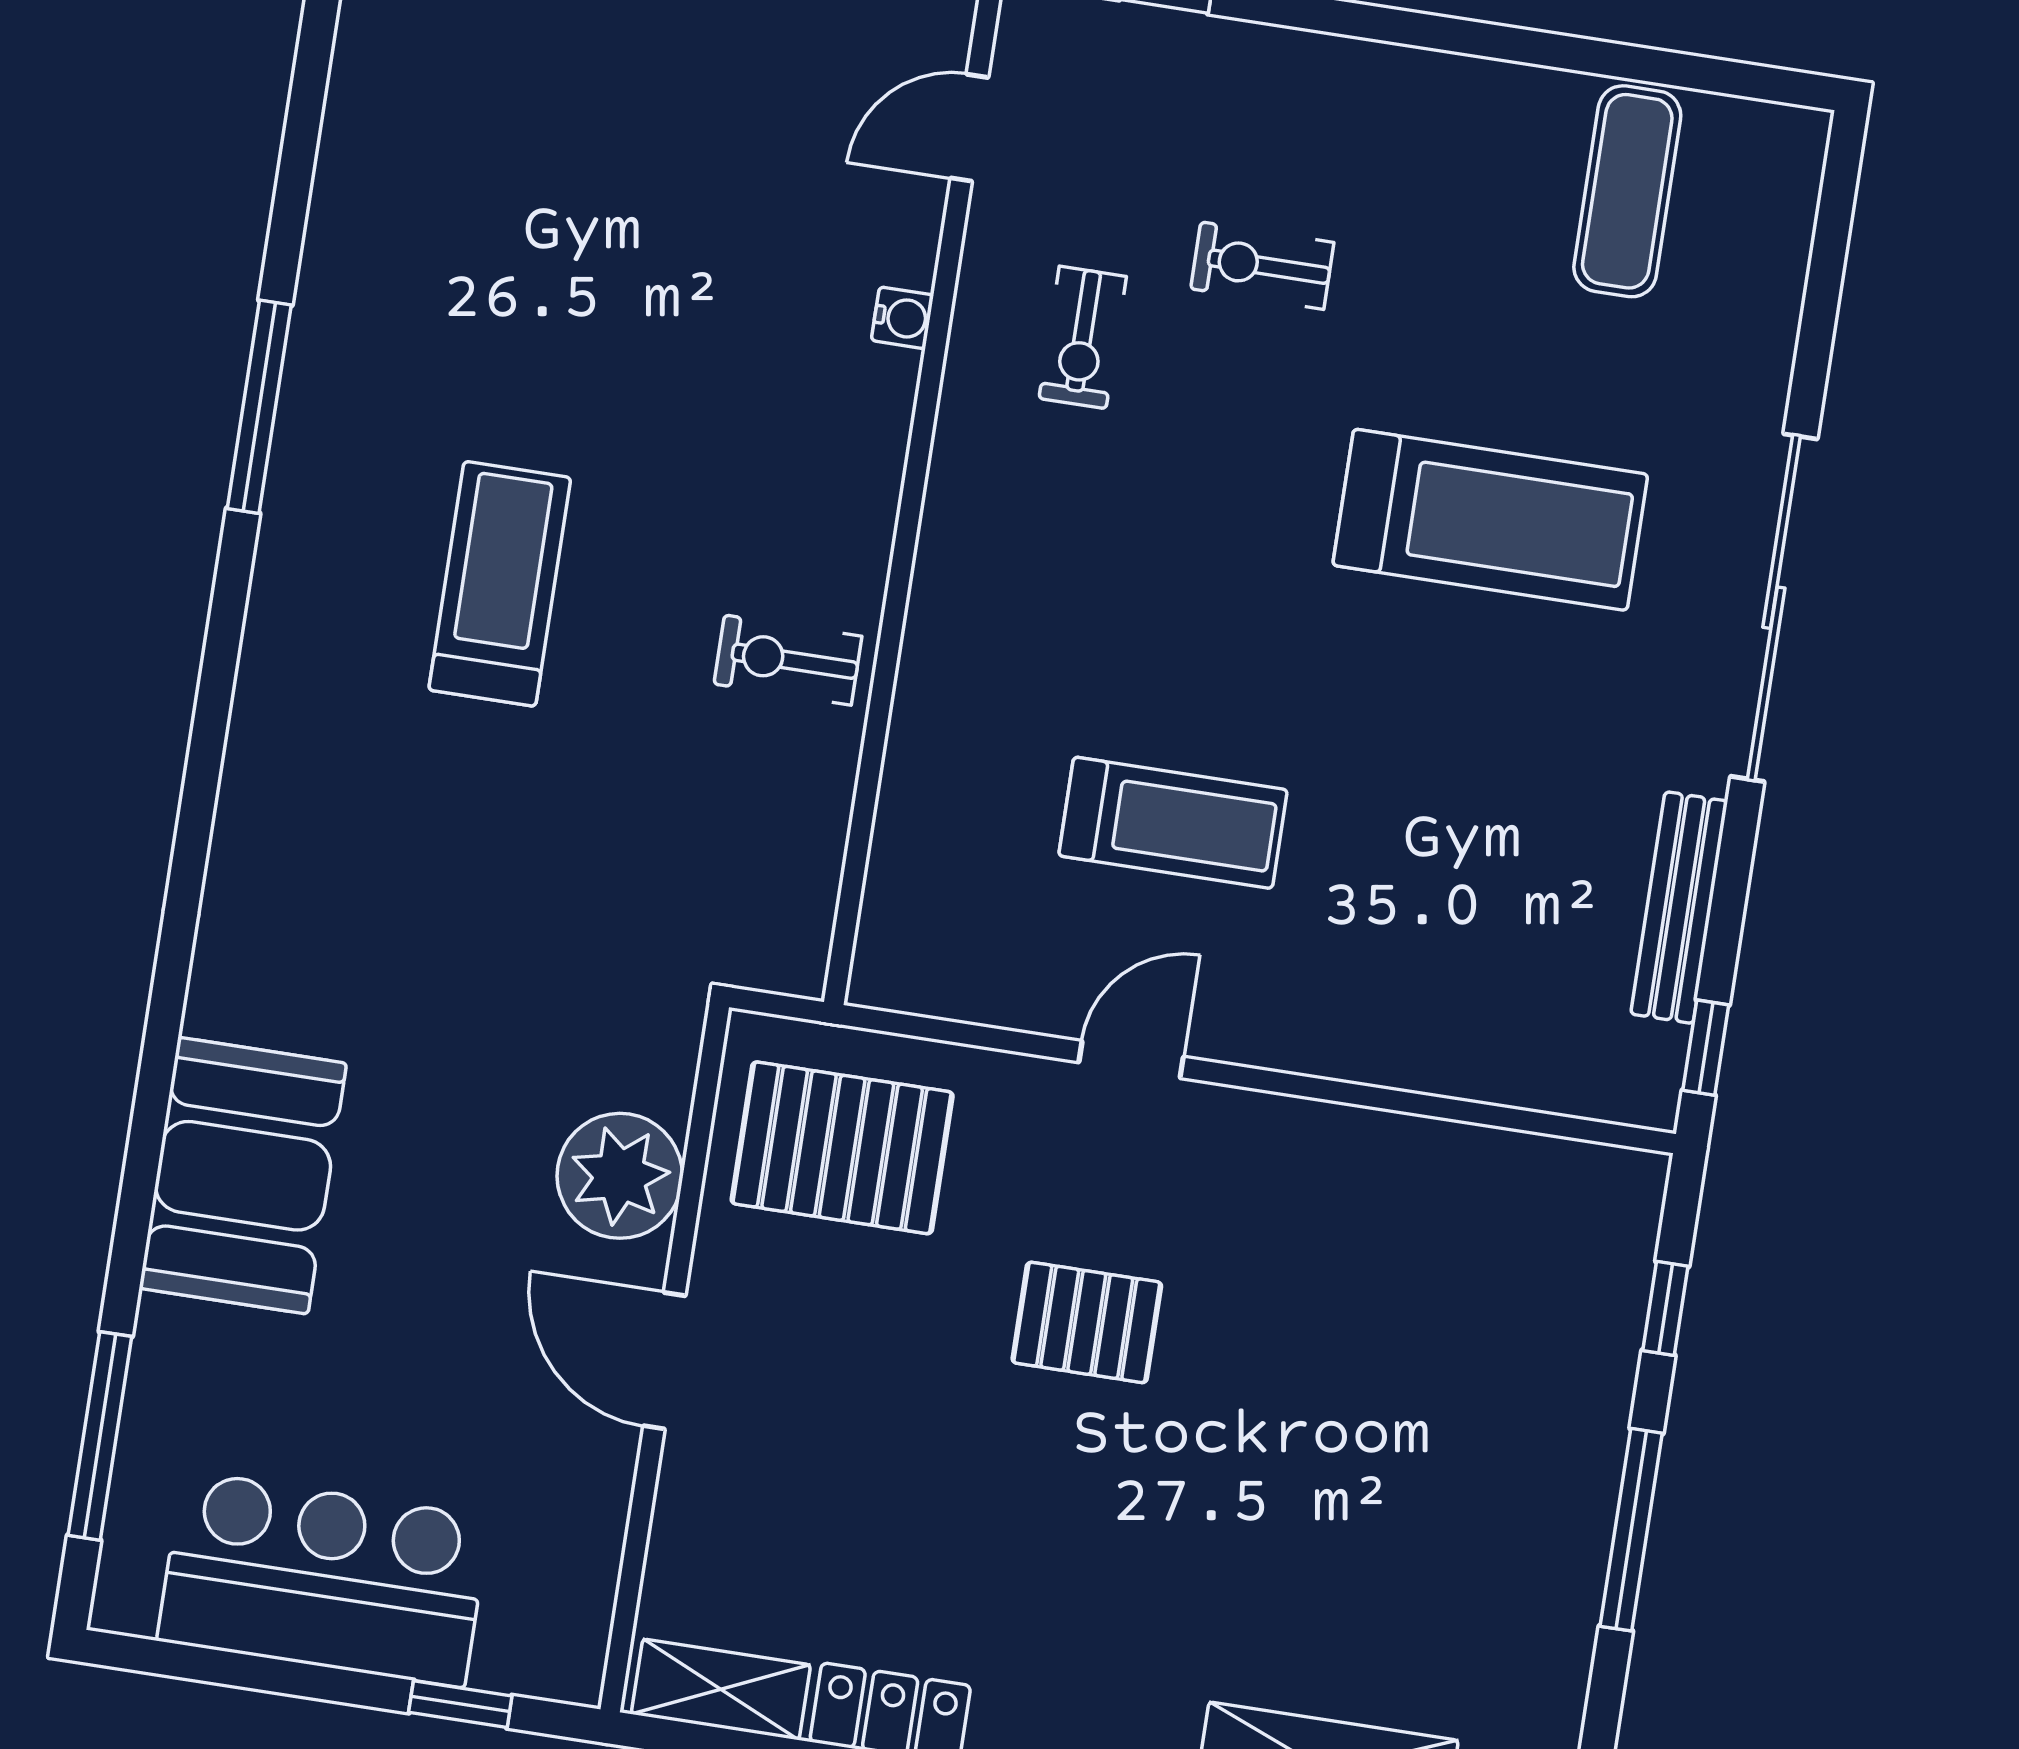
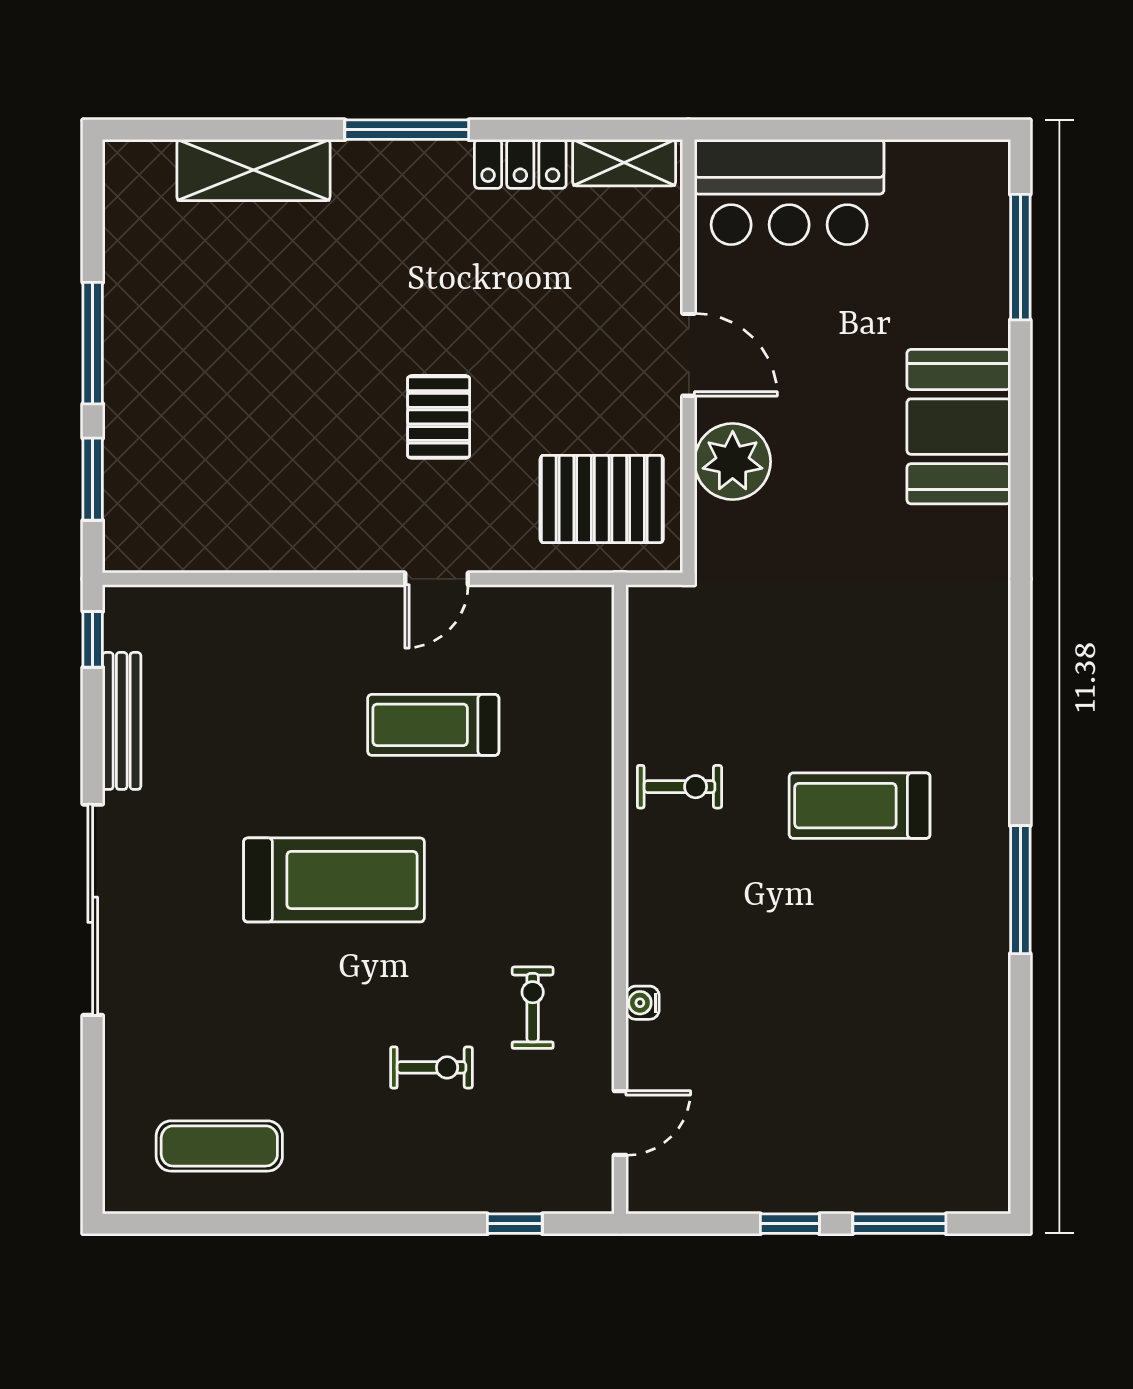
exercise mat: (1627, 191) -> (219, 1146), turned 90
treadmill: (1490, 520) -> (334, 880), moved, turned 180
treadmill: (500, 584) -> (860, 806), turned 90
window: (1665, 1308) -> (93, 479), width x1.50
pallet: (1087, 1322) -> (439, 417), turned 90
bar counter: (324, 1579) -> (789, 192), moved
window: (460, 1704) -> (779, 130), removed

